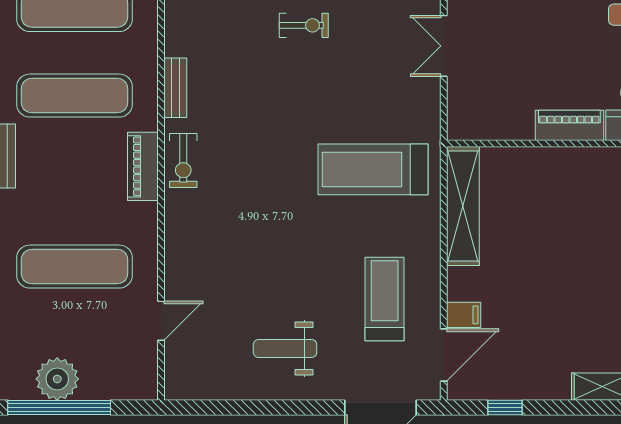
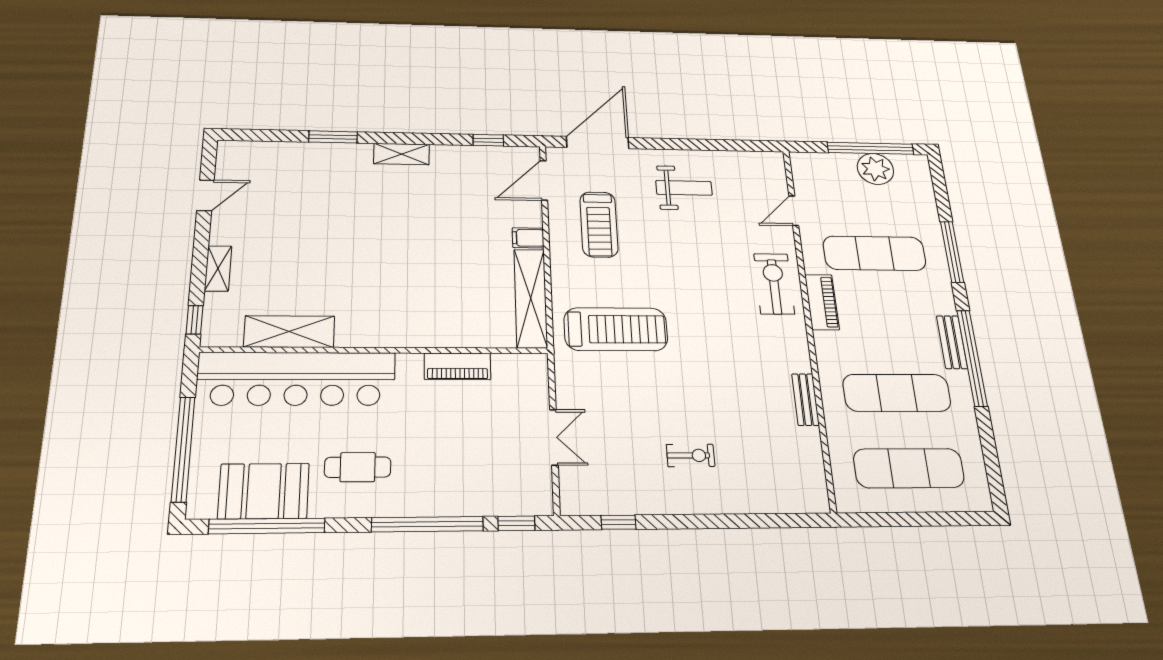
exercise bike: (304, 25) -> (691, 455), turned 180
piano: (569, 125) -> (457, 366), moved
exercise bike: (183, 160) -> (774, 284), moved, width x1.38, depth x1.39
piano: (143, 166) -> (822, 302), moved
filing cabinet: (464, 315) -> (528, 238), moved

